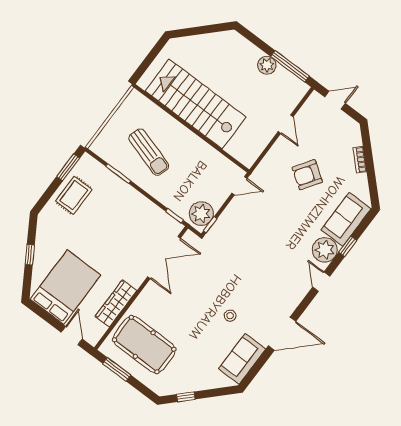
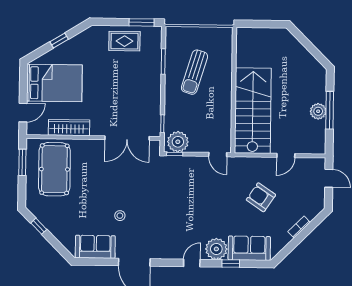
window: (290, 66) -> (330, 110), moved
stairs: (196, 104) -> (253, 111), moved

